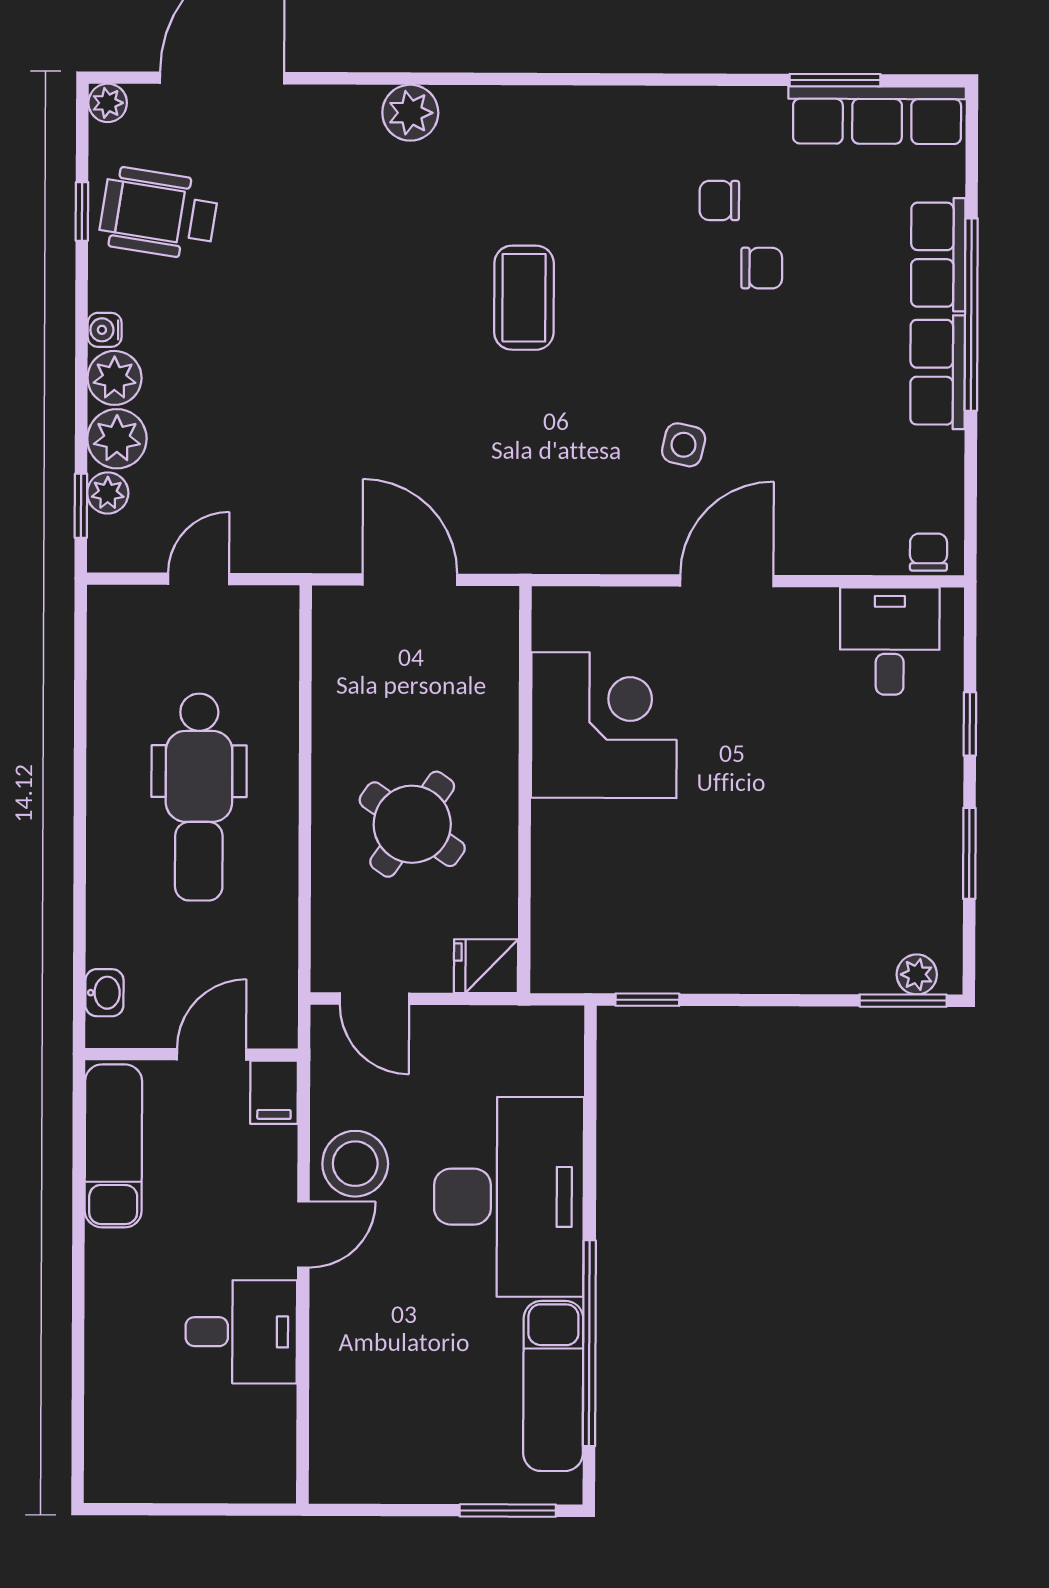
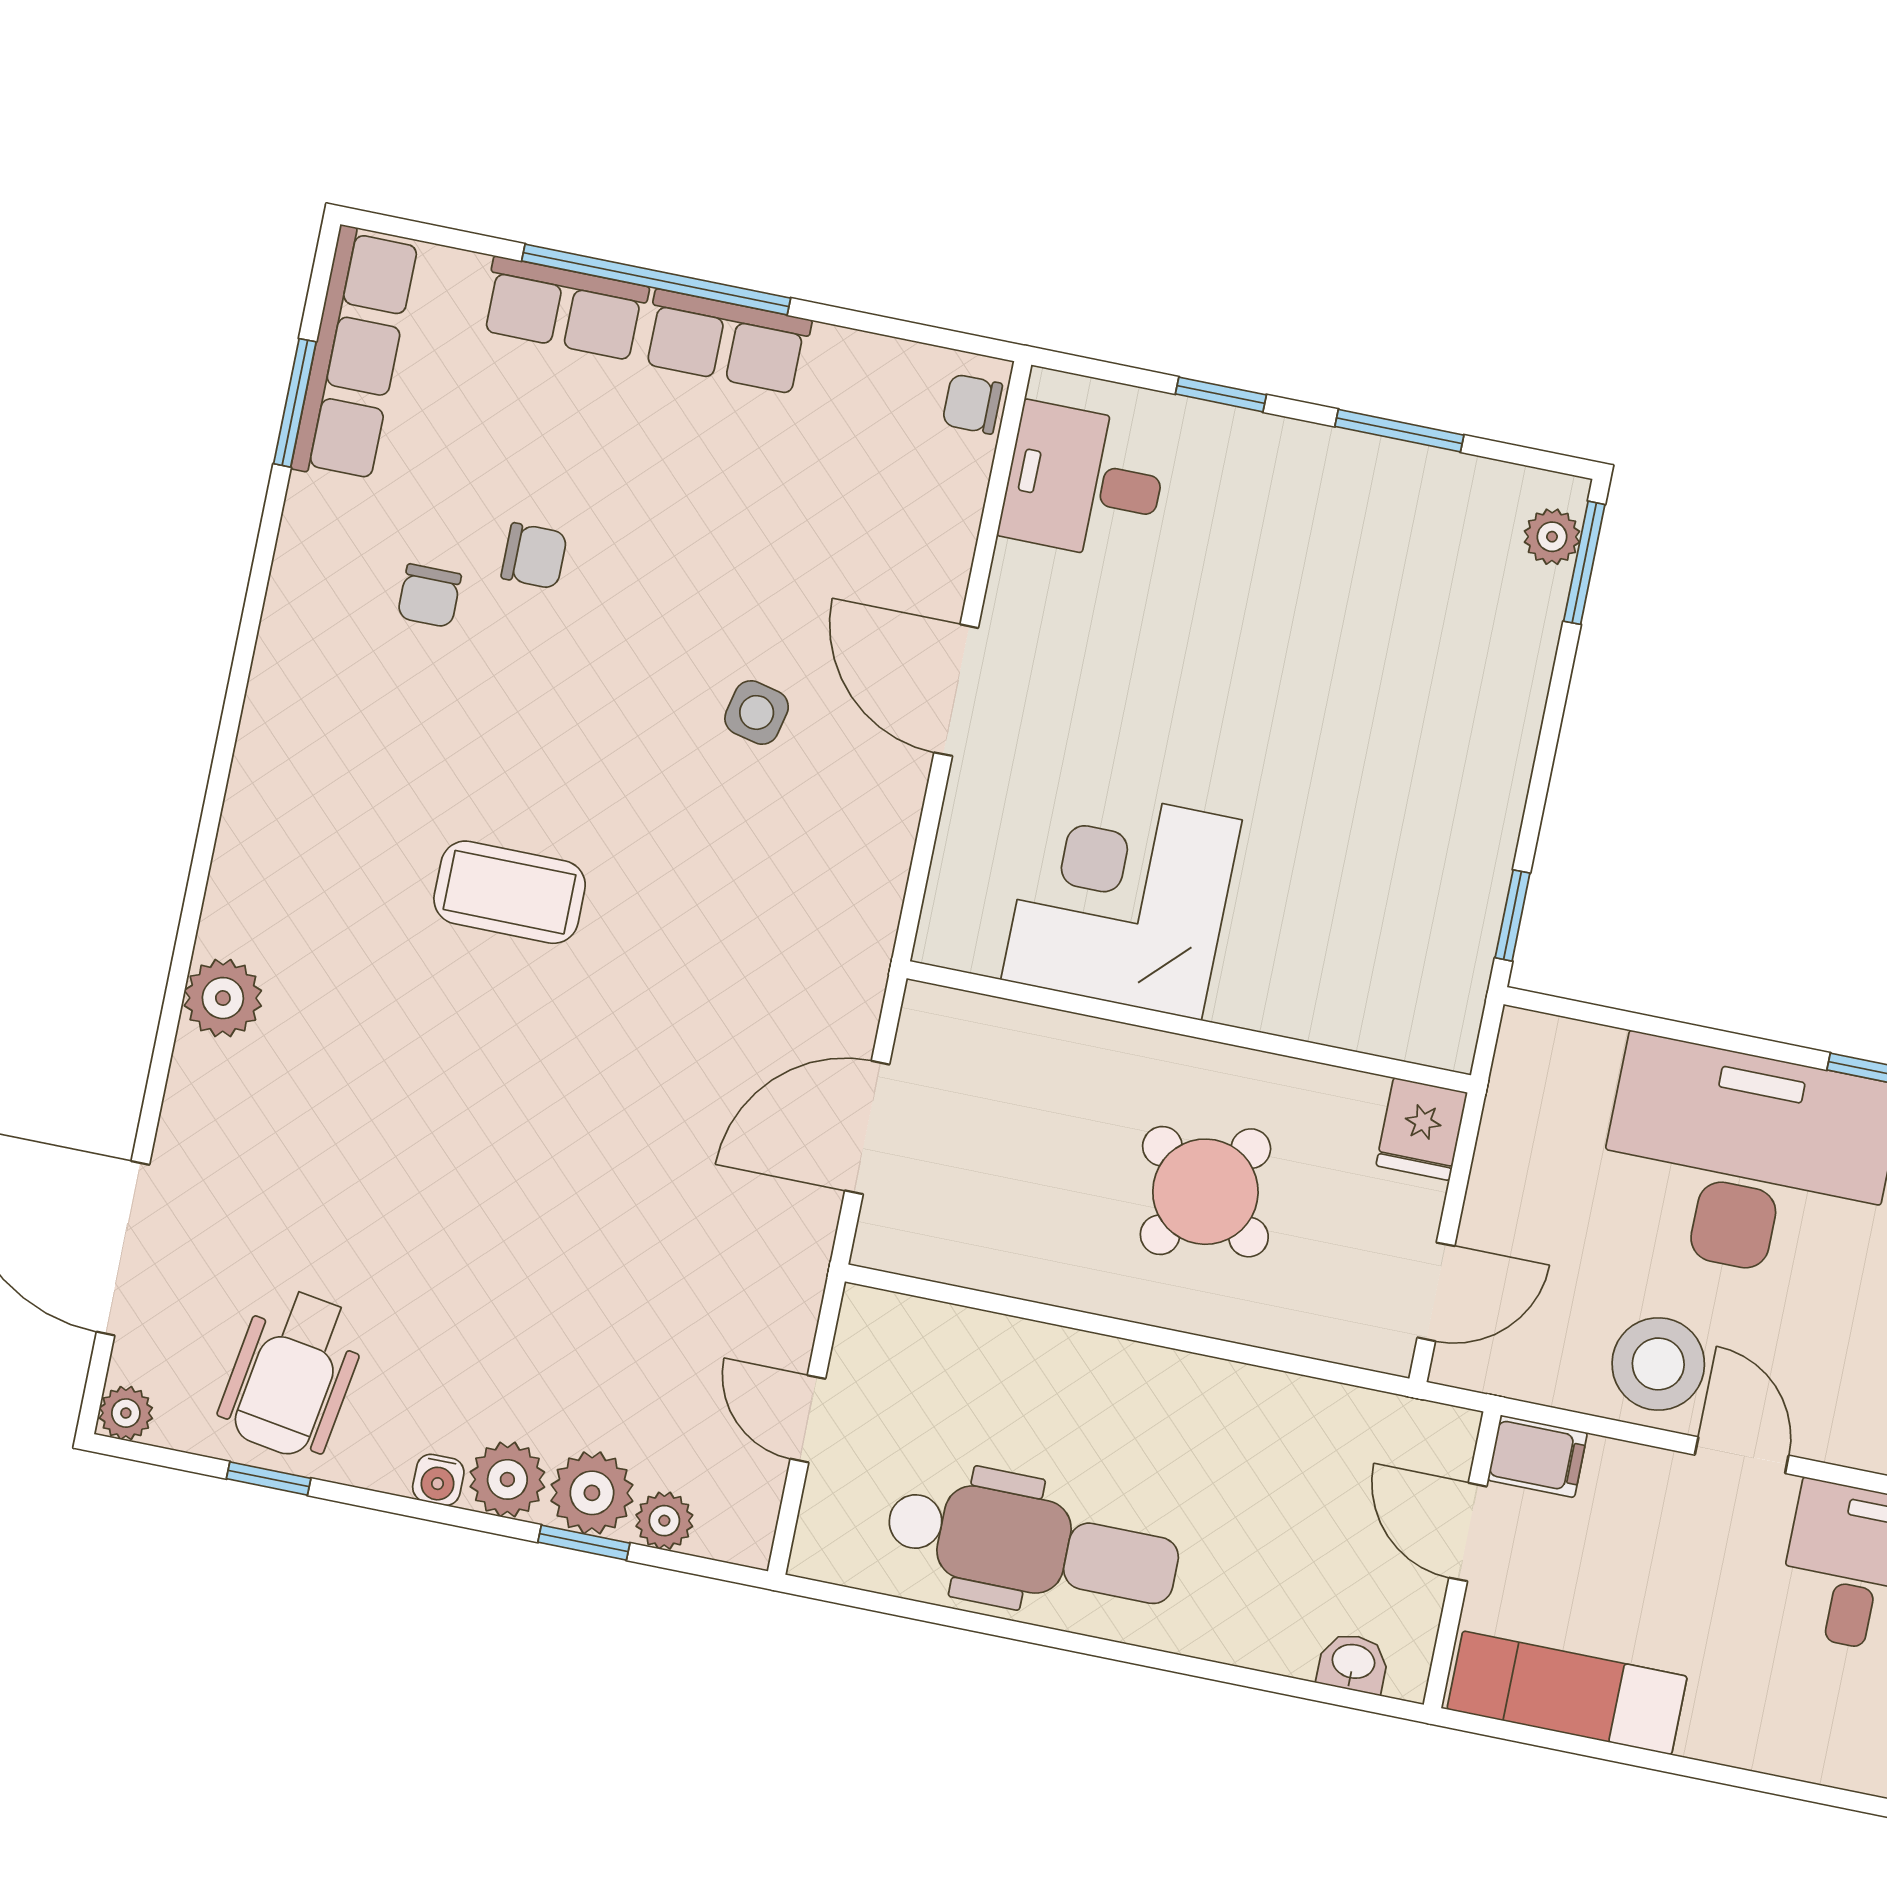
chair: (762, 268) -> (534, 556), turned 90
window: (81, 506) -> (584, 1543), moved
dental chair: (199, 797) -> (1033, 1545), moved

